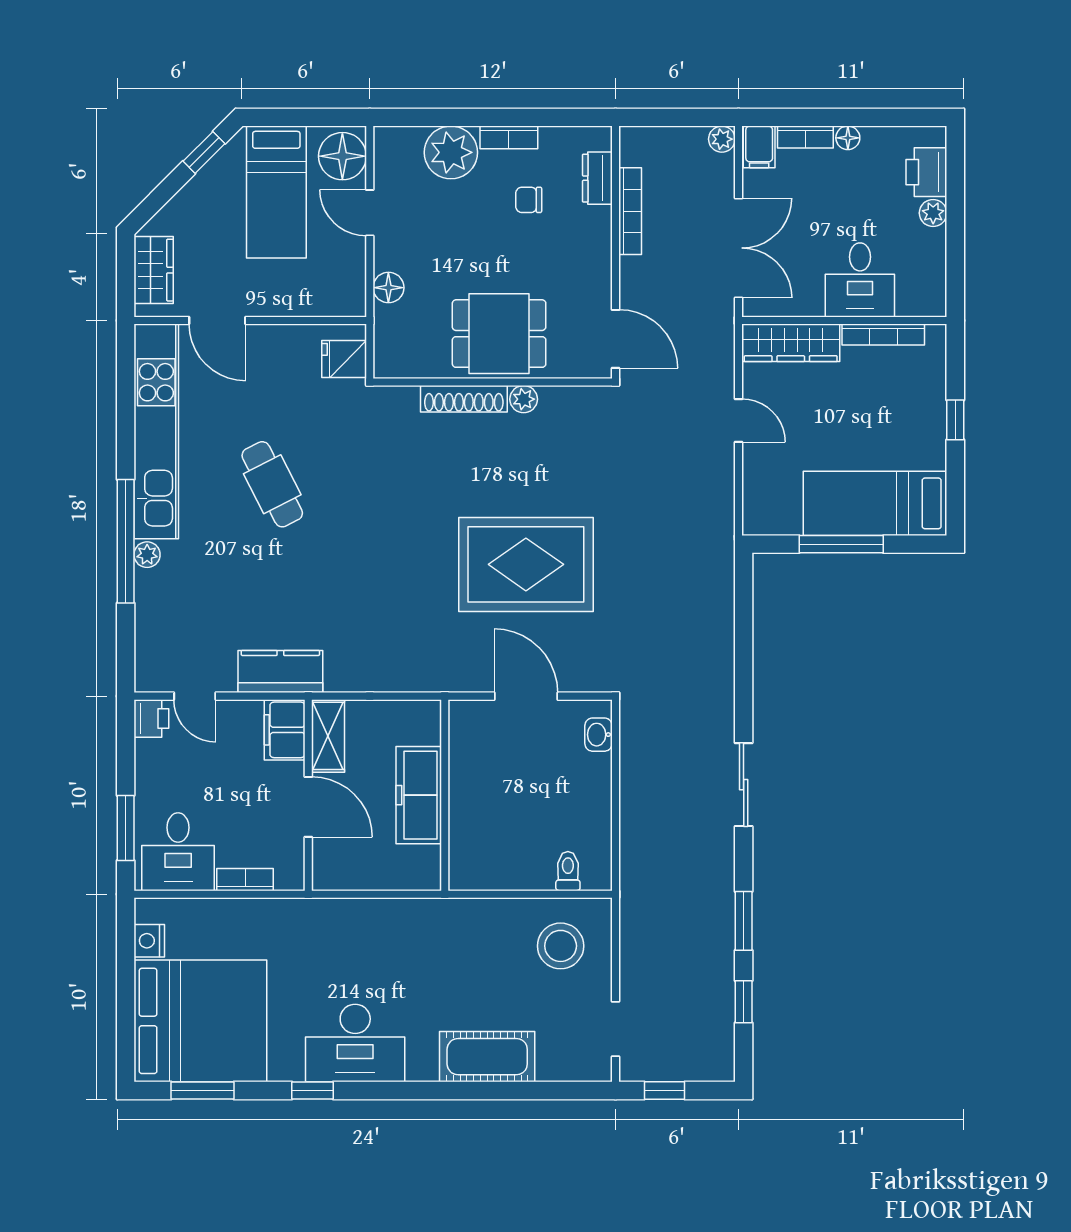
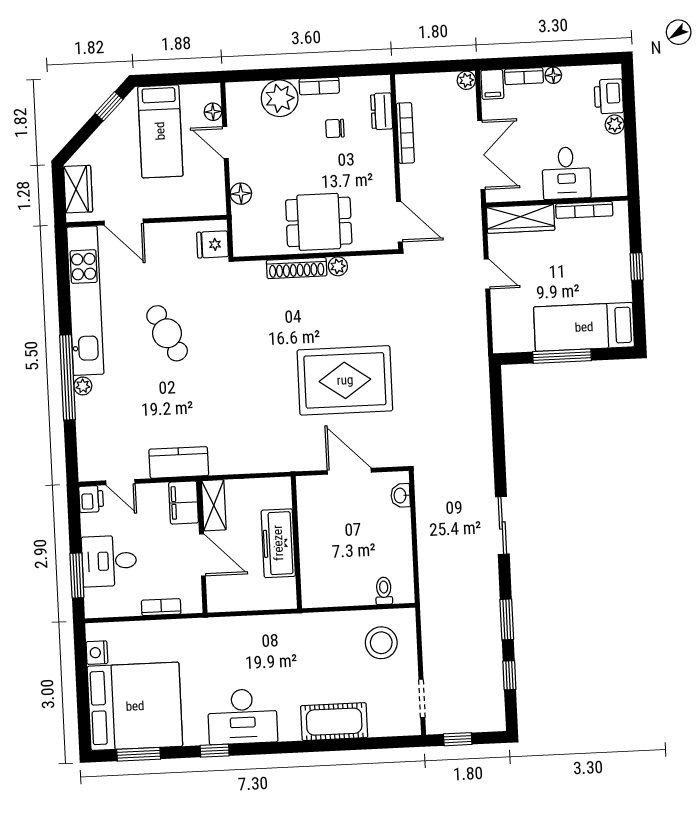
floor lamp: (342, 156) -> (213, 112), width x0.53, depth x0.53
desk: (178, 852) -> (109, 561), moved, turned 90

